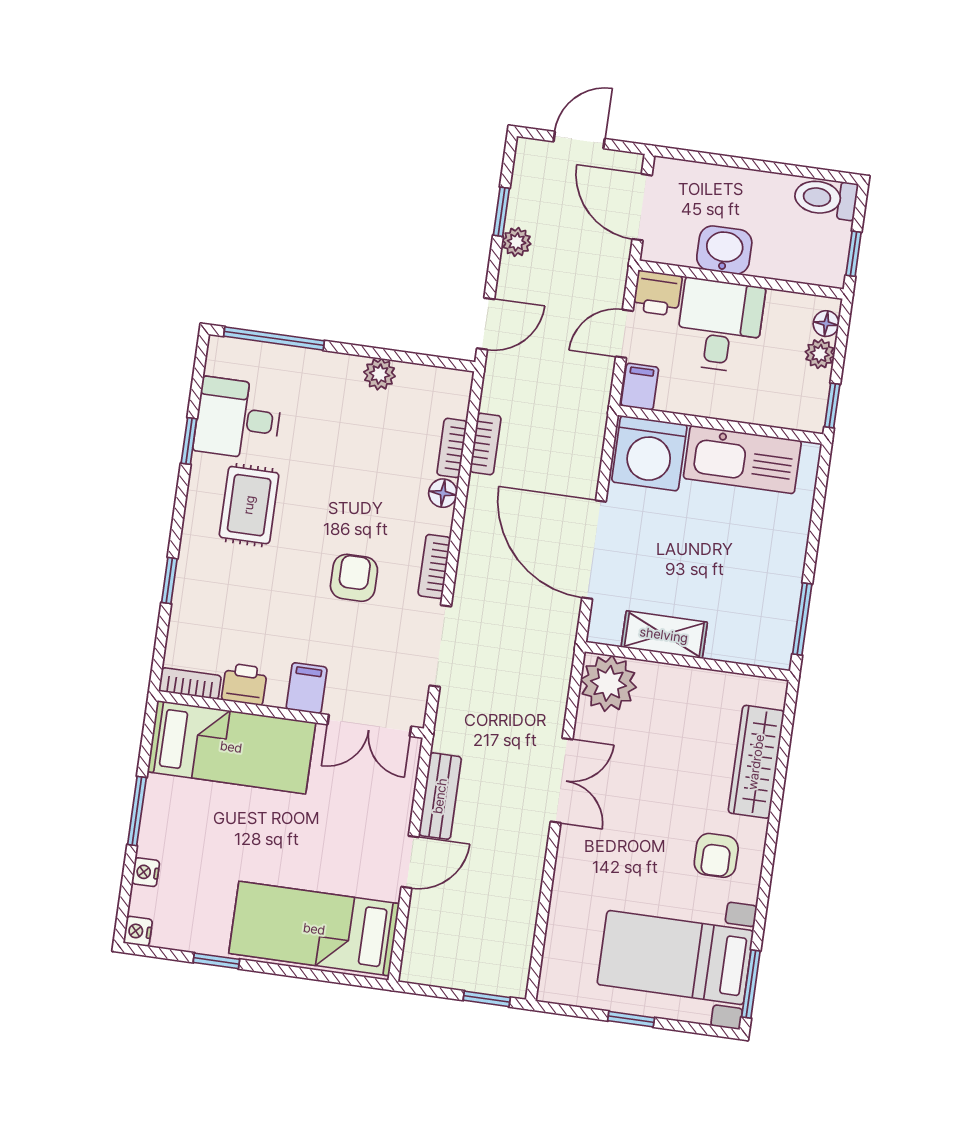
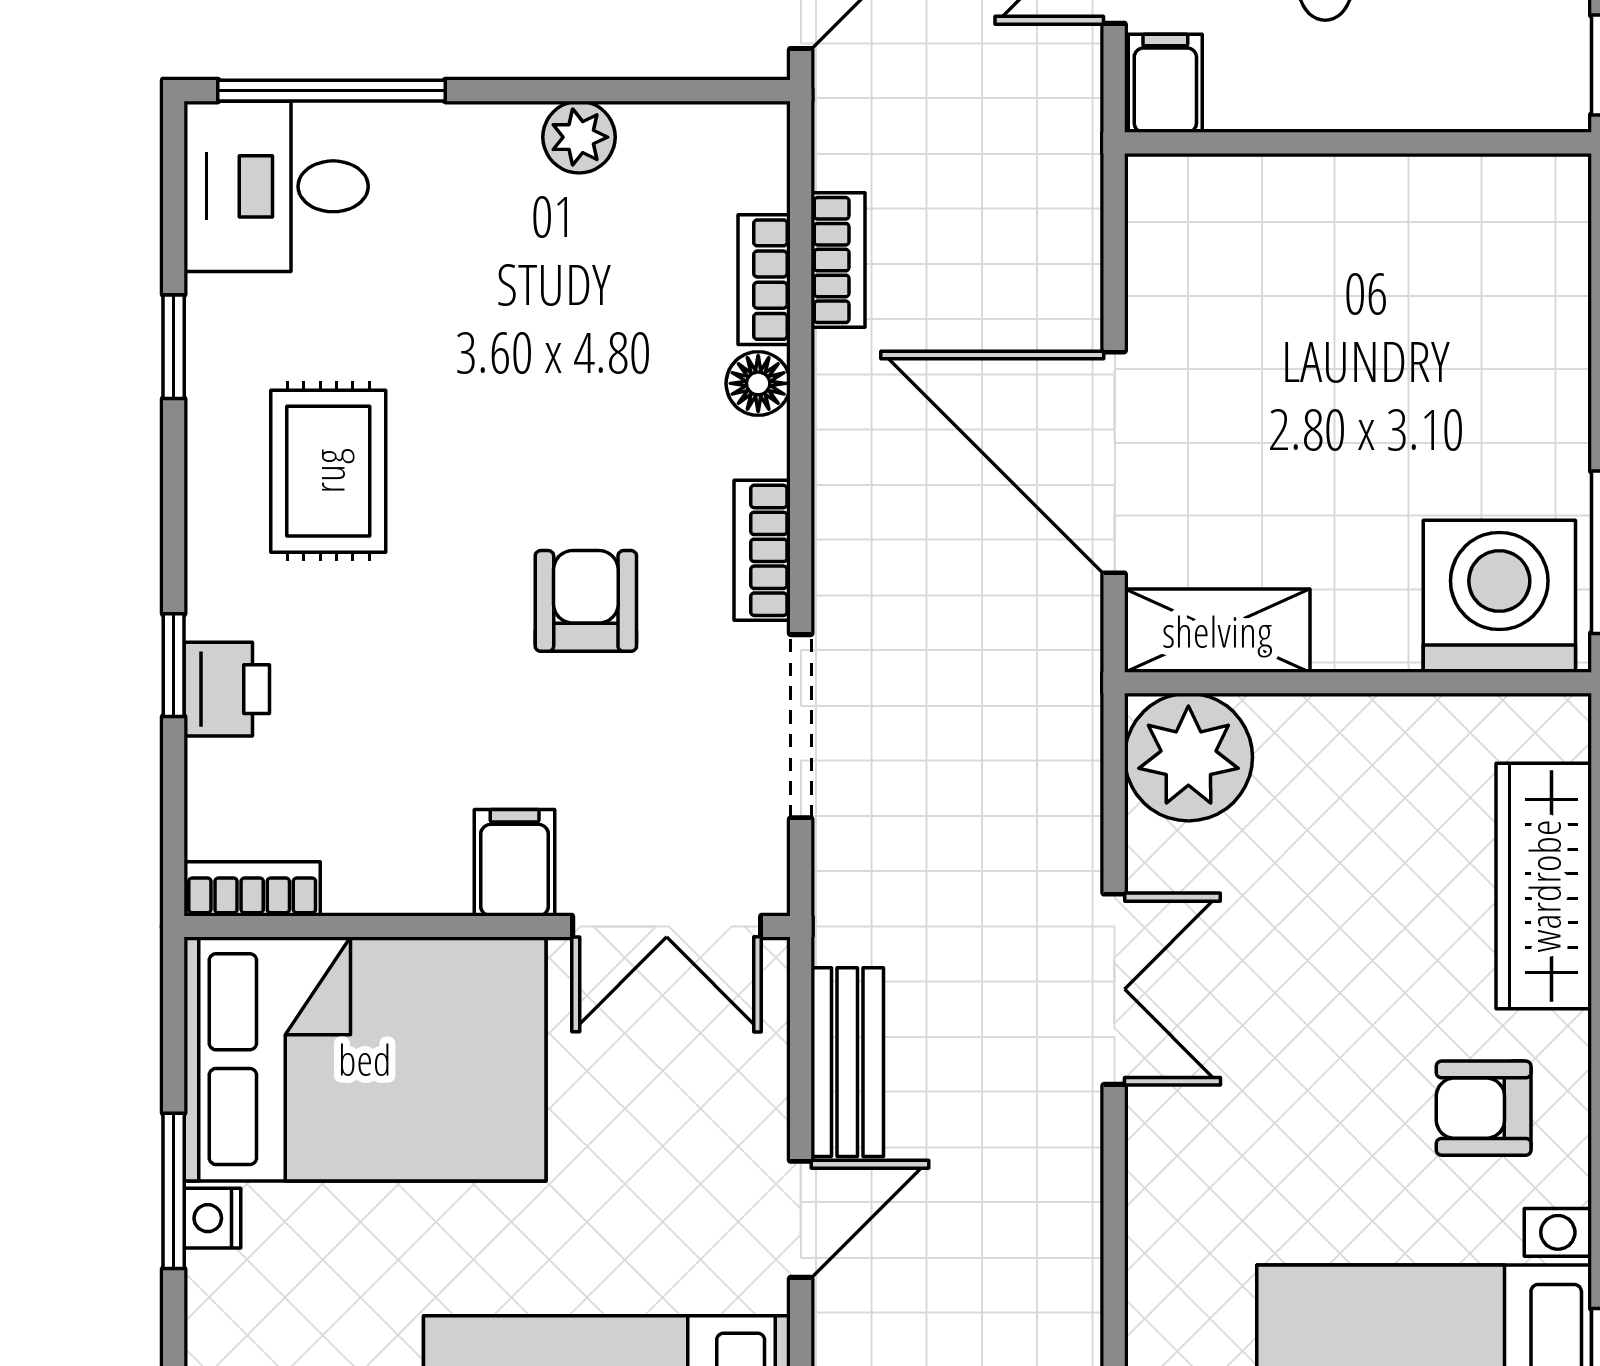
desk: (238, 419) -> (276, 186), moved
washing machine: (649, 453) -> (1499, 596), moved, turned 180
kitchen sink: (742, 460) -> (1418, 214), removed
shelving: (664, 635) -> (1217, 631), moved
printer: (244, 684) -> (227, 689), moved, turned 90
bed: (231, 747) -> (365, 1059), width x1.50
armchair: (716, 855) -> (1484, 1108), turned 90
nightstand: (146, 872) -> (212, 1218), moved

